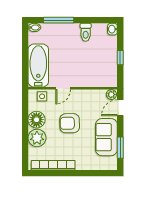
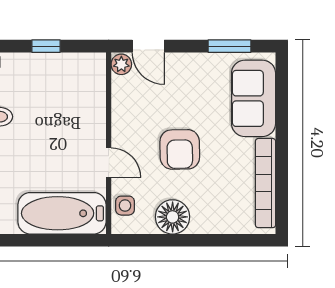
sofa: (106, 137) -> (254, 98), moved, turned 90
plant: (37, 138) -> (210, 216), removed

